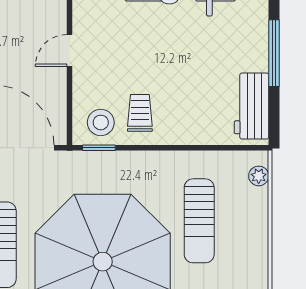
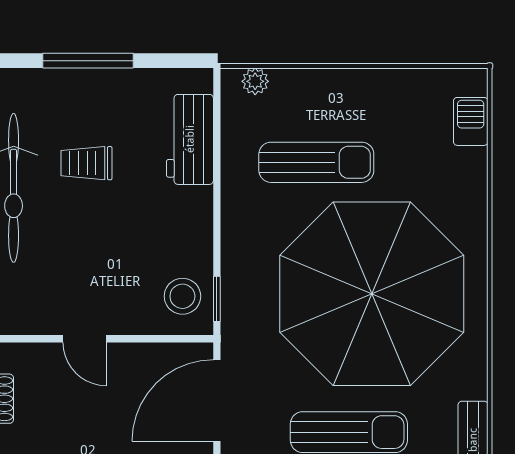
workbench: (252, 106) -> (190, 139), moved, turned 90
trolley: (140, 113) -> (86, 163), moved

